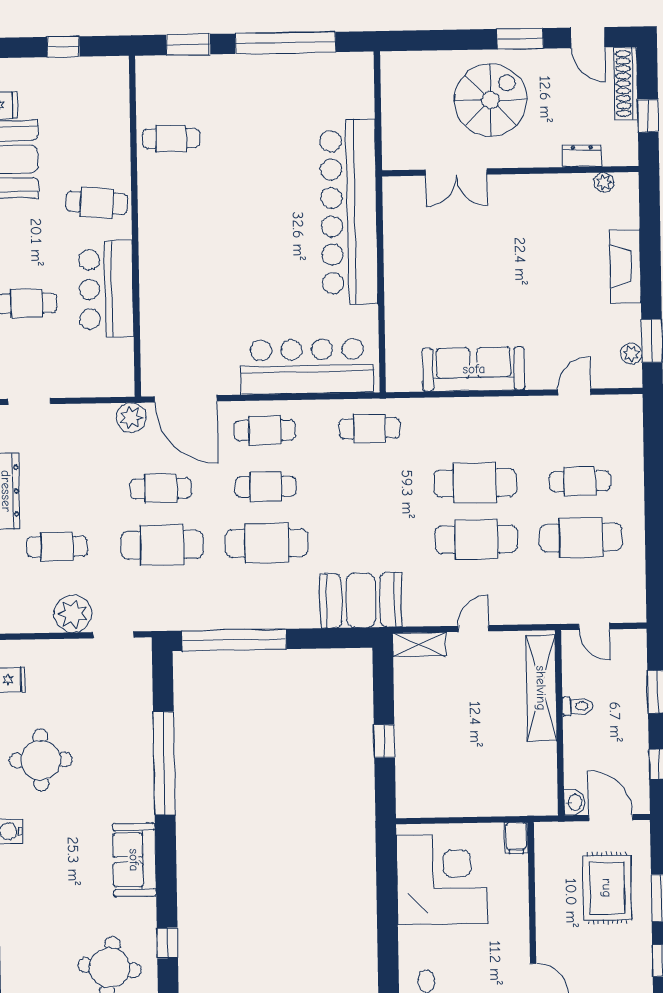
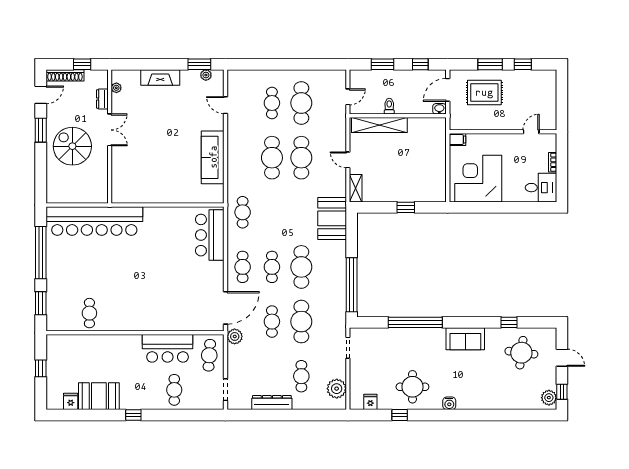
double door: (456, 172) -> (110, 130), moved
cafe table: (97, 203) -> (209, 355), moved
bar counter: (349, 212) -> (94, 221), moved
bar counter: (307, 367) -> (210, 235), width x0.73
plant: (73, 614) -> (337, 389), moved

